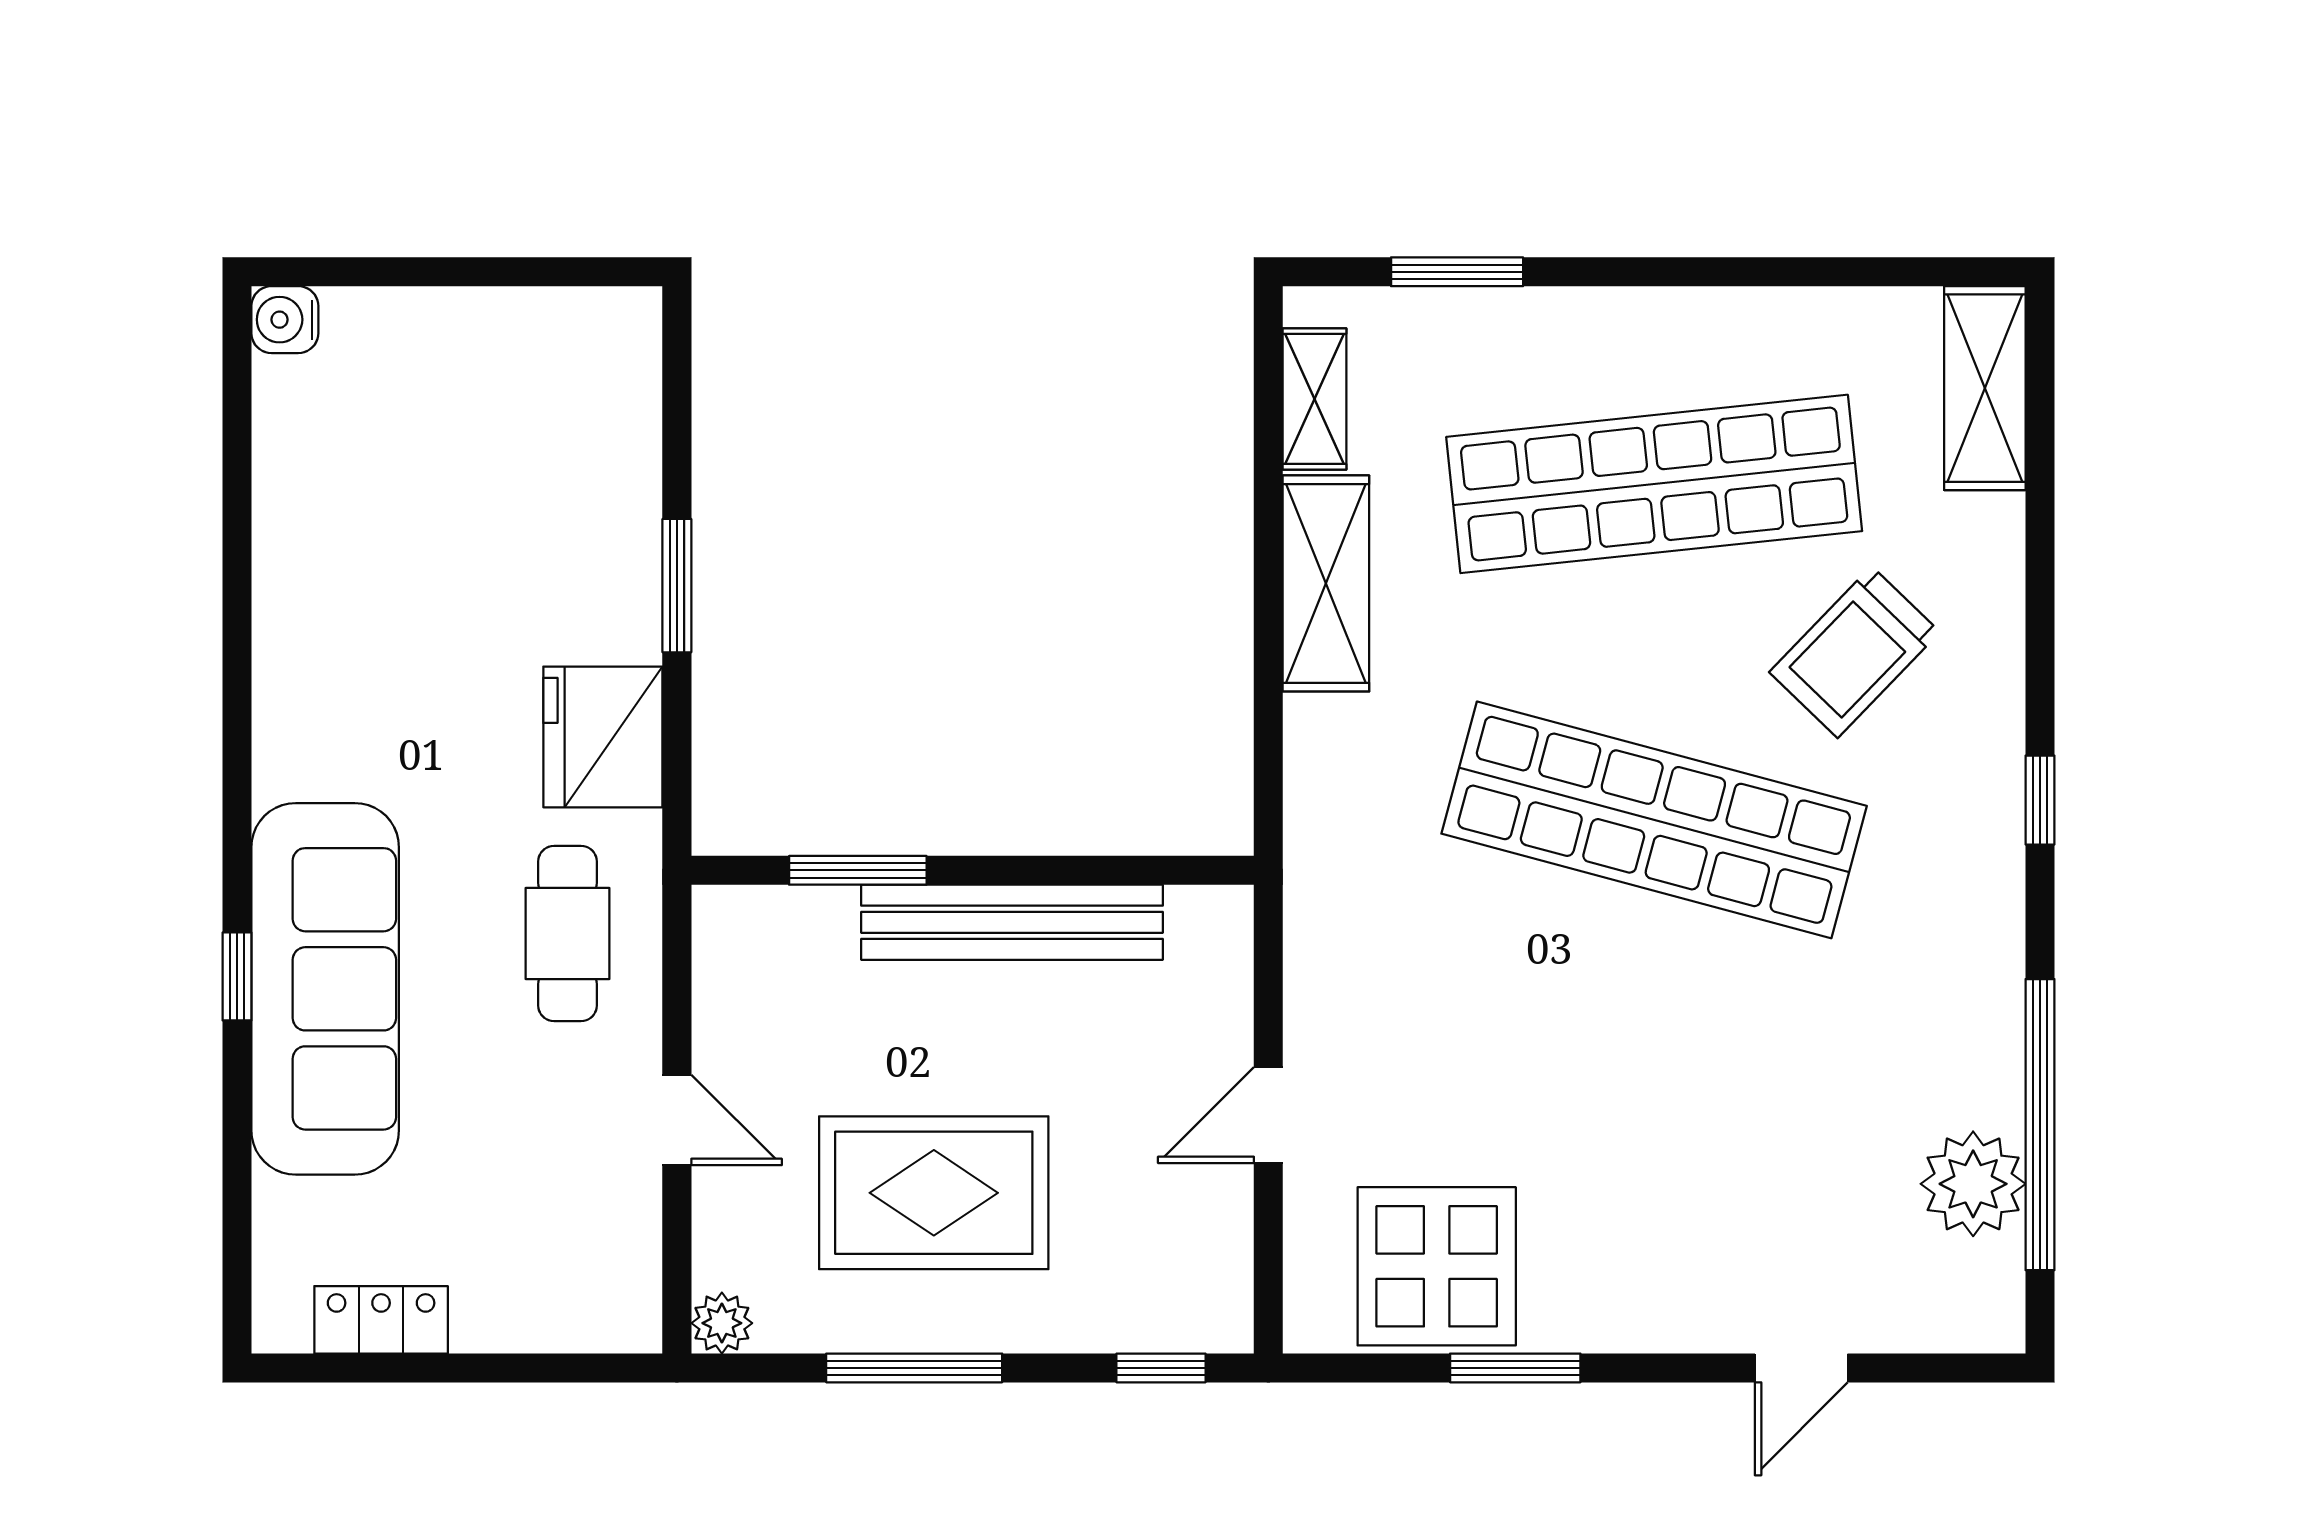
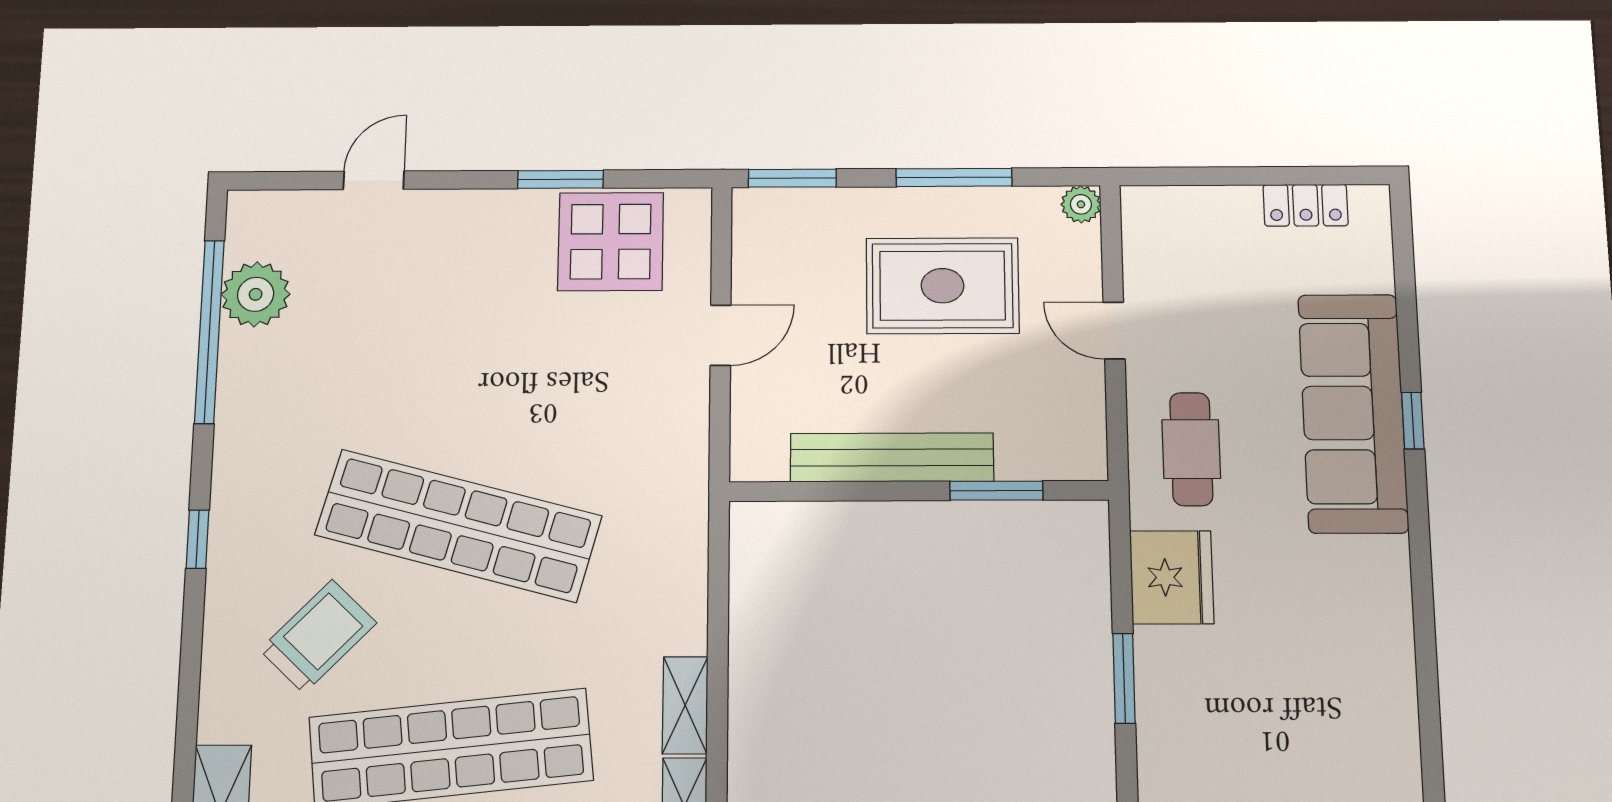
shelving: (1326, 583) -> (685, 705), width x0.67, depth x0.75
window: (1161, 1368) -> (792, 178), width x1.50

